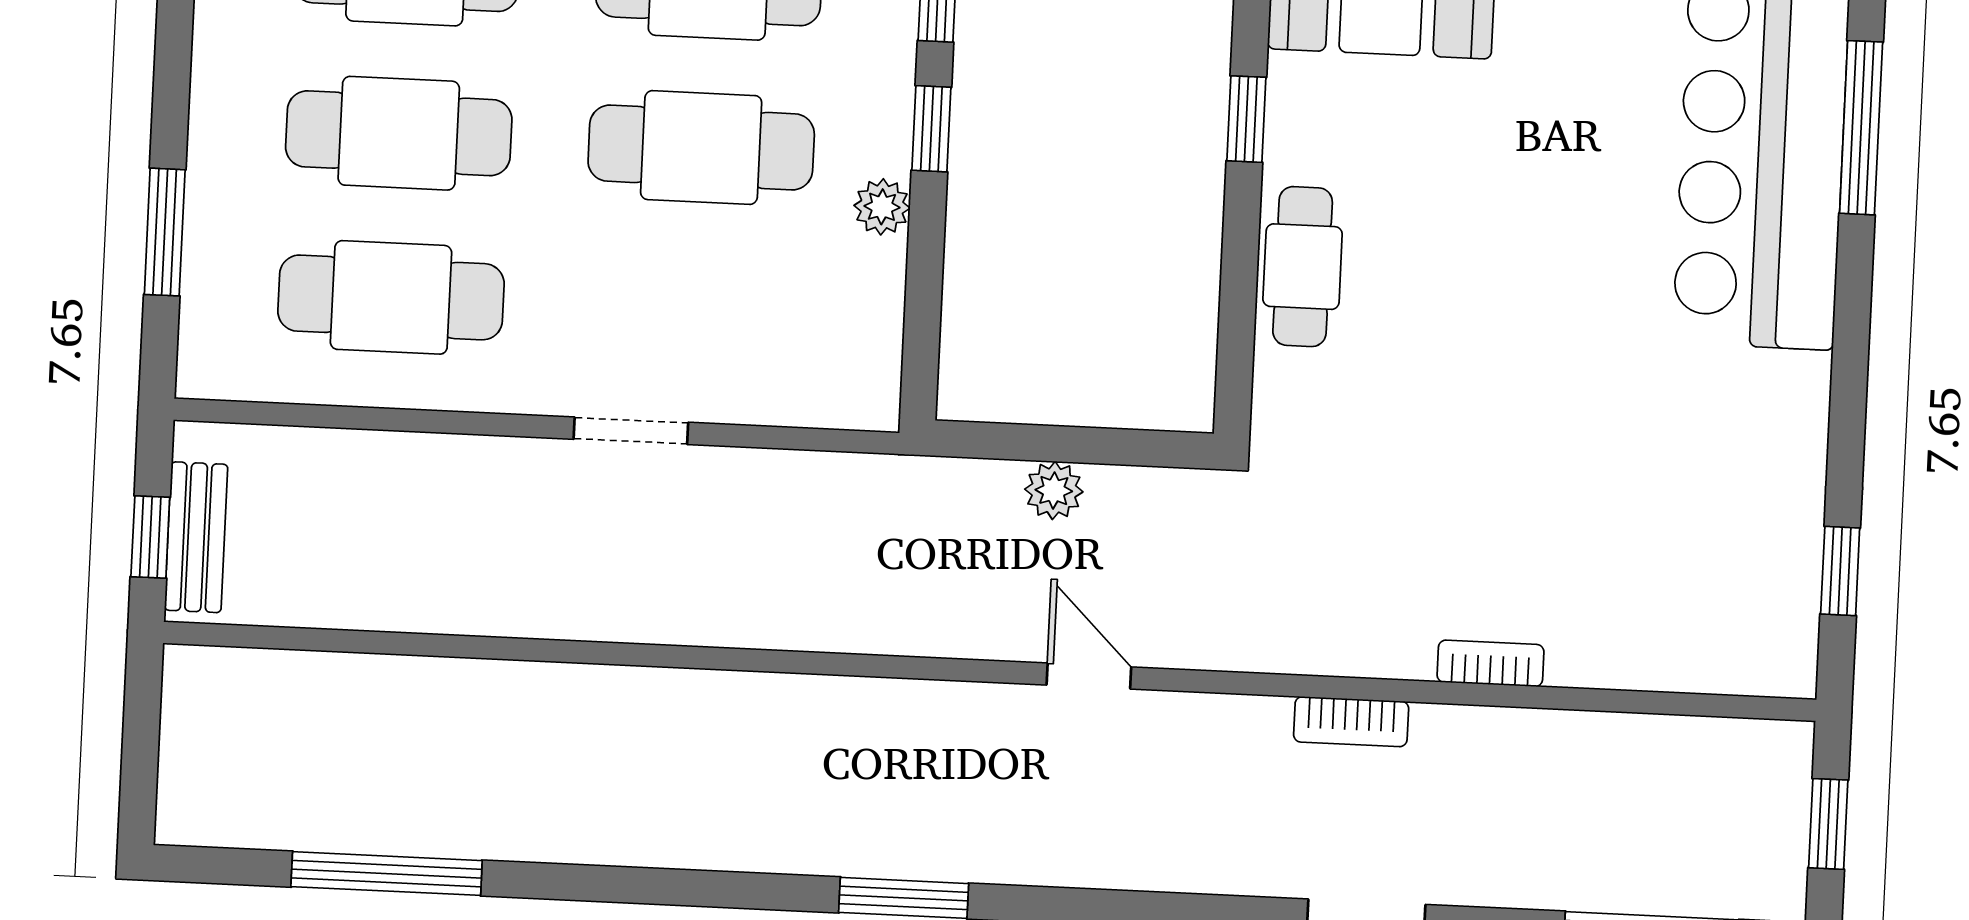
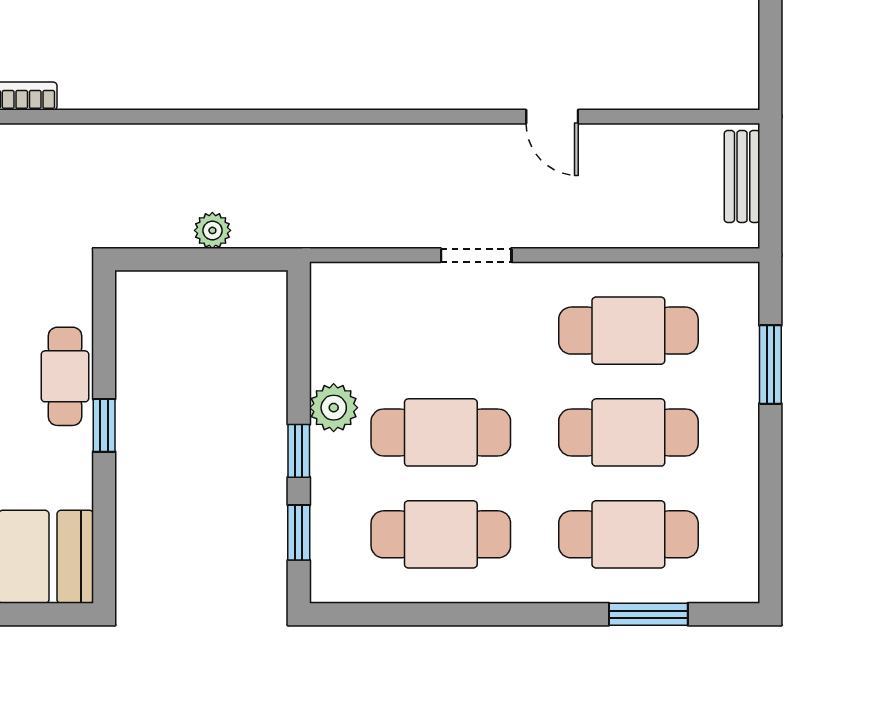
window: (1246, 119) -> (104, 425), moved
plant: (882, 207) -> (334, 408), width x1.38, depth x1.38
window: (150, 537) -> (770, 175), removed
door: (1089, 676) -> (552, 117), moved

